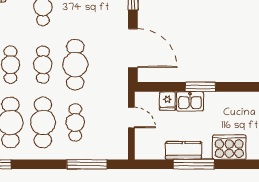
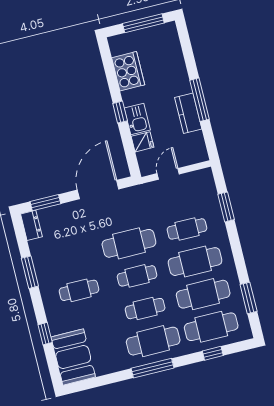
window: (200, 87) -> (120, 112), width x0.67
cooker: (229, 147) -> (128, 71), moved, turned 180
window: (87, 164) -> (226, 207), width x0.69

